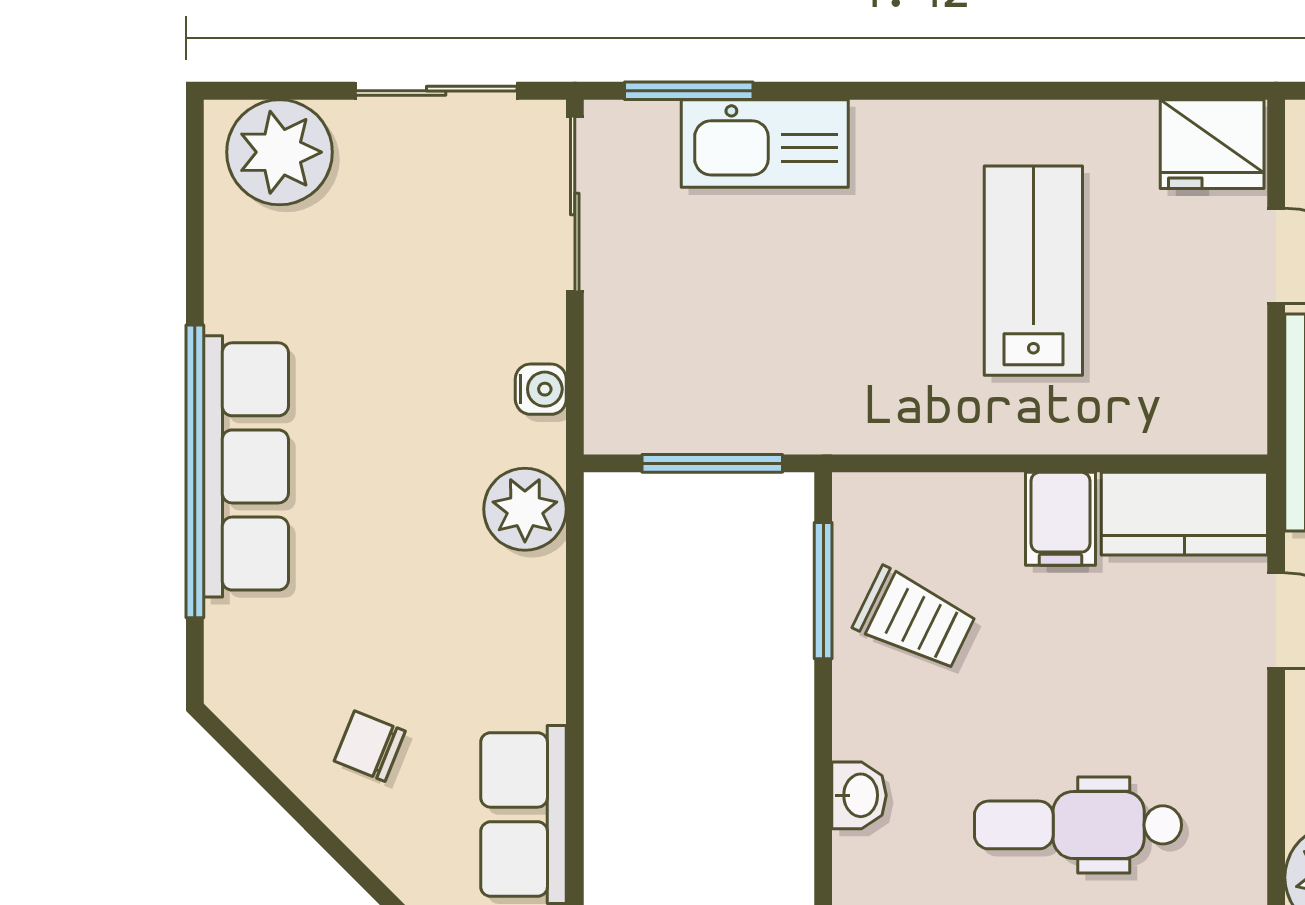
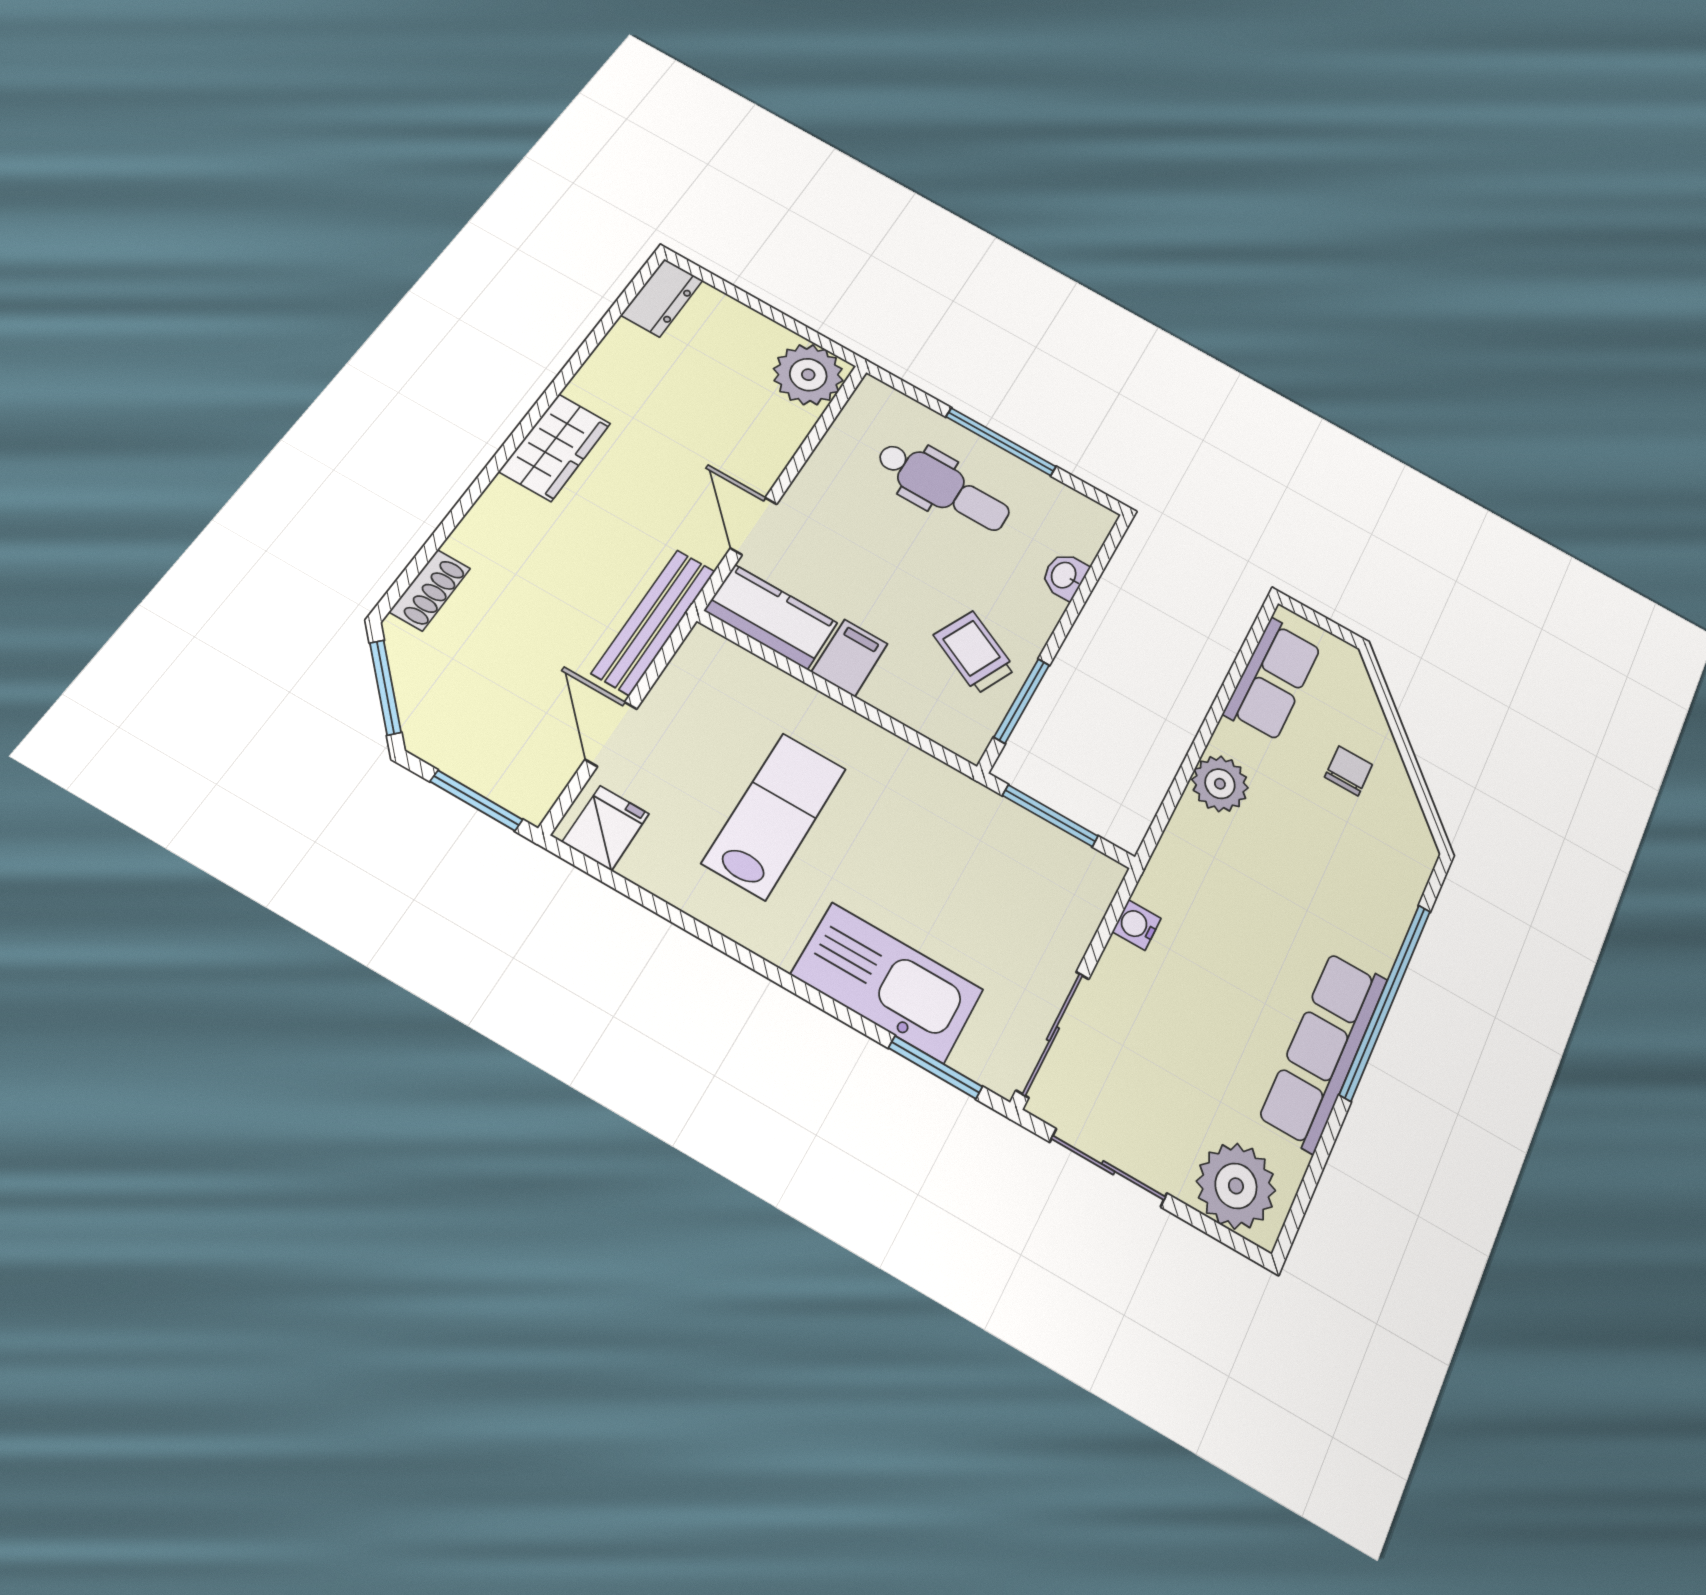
kitchen sink: (765, 143) -> (887, 982), width x1.36, depth x1.24
fridge: (1212, 144) -> (606, 828), width x0.72
lab bench: (1033, 271) -> (774, 816), turned 180
row of seats: (246, 466) -> (1323, 1050), moved
plant: (525, 509) -> (1220, 784), moved
chair: (370, 746) -> (1348, 771), turned -112

